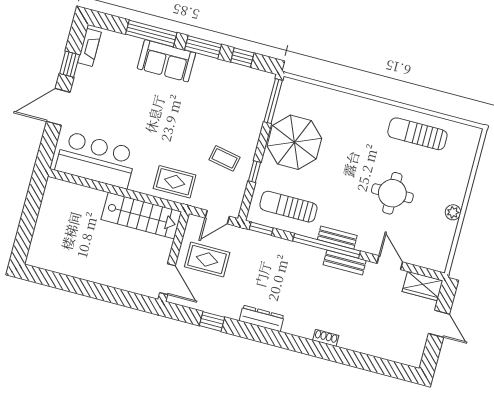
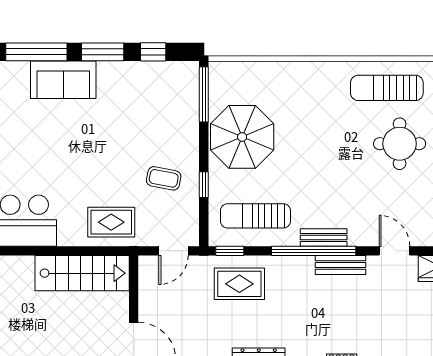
round table: (392, 193) -> (400, 144), moved
rug: (207, 260) -> (239, 284), moved

